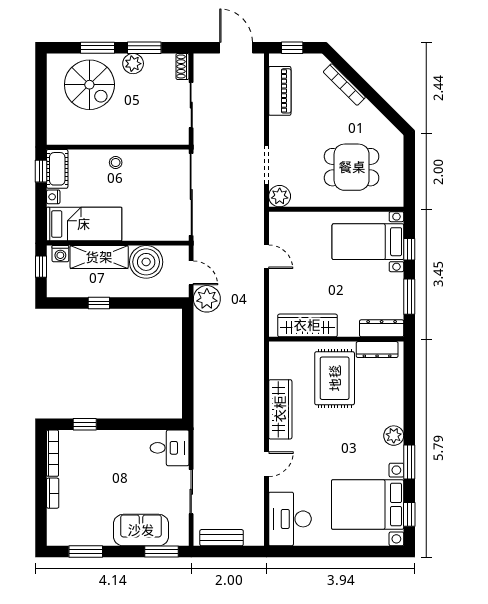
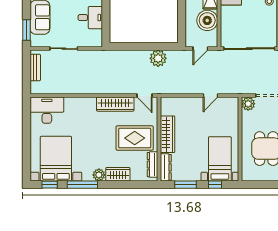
plant: (207, 299) -> (158, 58), moved
wardrobe: (307, 325) -> (168, 134), moved
wardrobe: (393, 405) -> (118, 174), added
desk: (170, 448) -> (90, 18), moved, turned -90
window: (409, 462) -> (82, 185), width x1.44
door: (267, 464) -> (144, 96), moved

